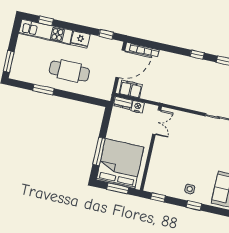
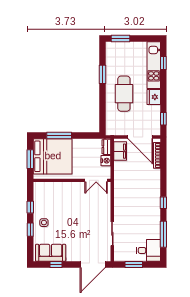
window: (158, 197) -> (30, 207), moved

